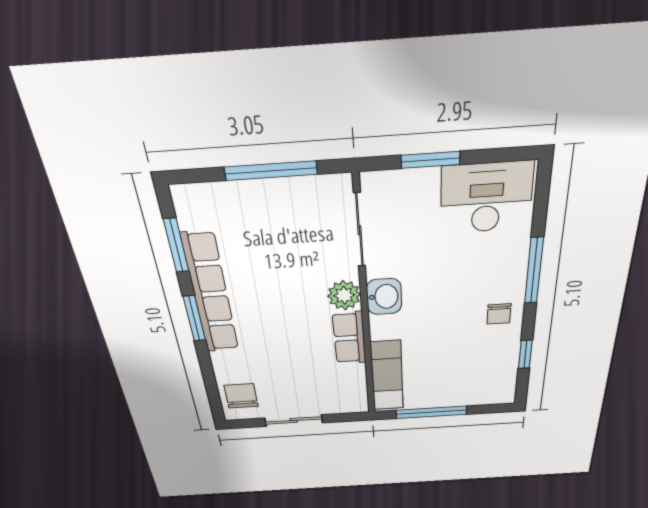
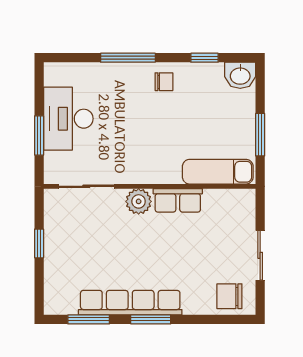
window: (271, 171) -> (39, 243), width x0.46
desk: (486, 198) -> (68, 119), moved
washbasin: (384, 297) -> (240, 75), moved, turned 180
window: (431, 412) -> (260, 135), width x0.69

